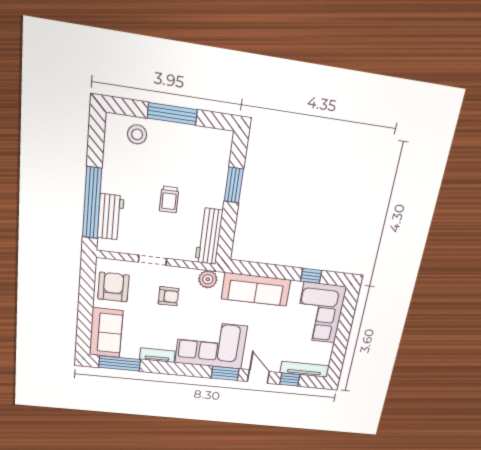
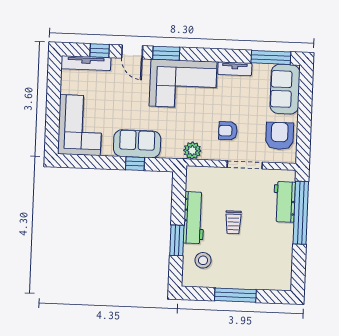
stool: (137, 134) -> (203, 260), moved
trolley: (169, 199) -> (233, 222), turned 180
workbench: (209, 236) -> (194, 218), moved
doorway: (152, 260) -> (245, 165), width x1.38
window: (311, 276) -> (135, 164), moved
armchair: (113, 287) -> (280, 136), turned 180
sofa: (256, 289) -> (137, 144), width x0.73

